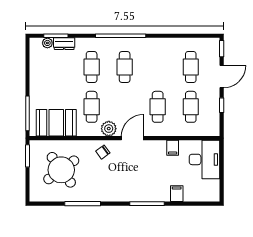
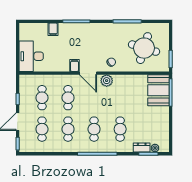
cafe table: (92, 107) -> (68, 129), moved
booth: (56, 123) -> (159, 90), moved, turned 90
door: (132, 138) -> (88, 73), hinge flipped
filing cabinet: (173, 148) -> (75, 65), moved
round table: (61, 170) -> (144, 48), turned -37

